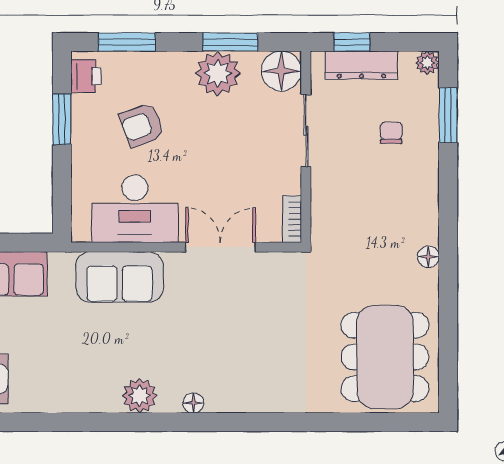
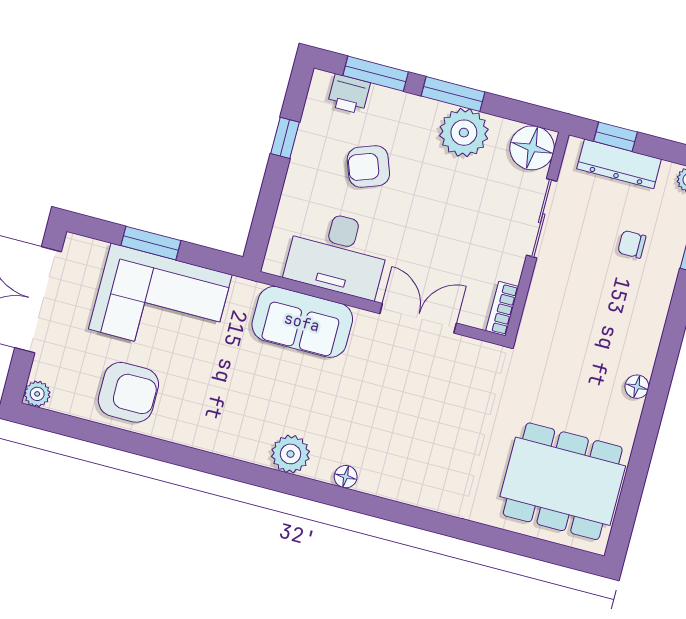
window: (230, 42) -> (453, 94), moved
printer: (86, 76) -> (349, 94), moved, turned 90
window: (62, 119) -> (285, 138), width x0.67
chair: (391, 133) -> (632, 244), turned -90
dining table: (385, 357) -> (563, 481), turned 90

